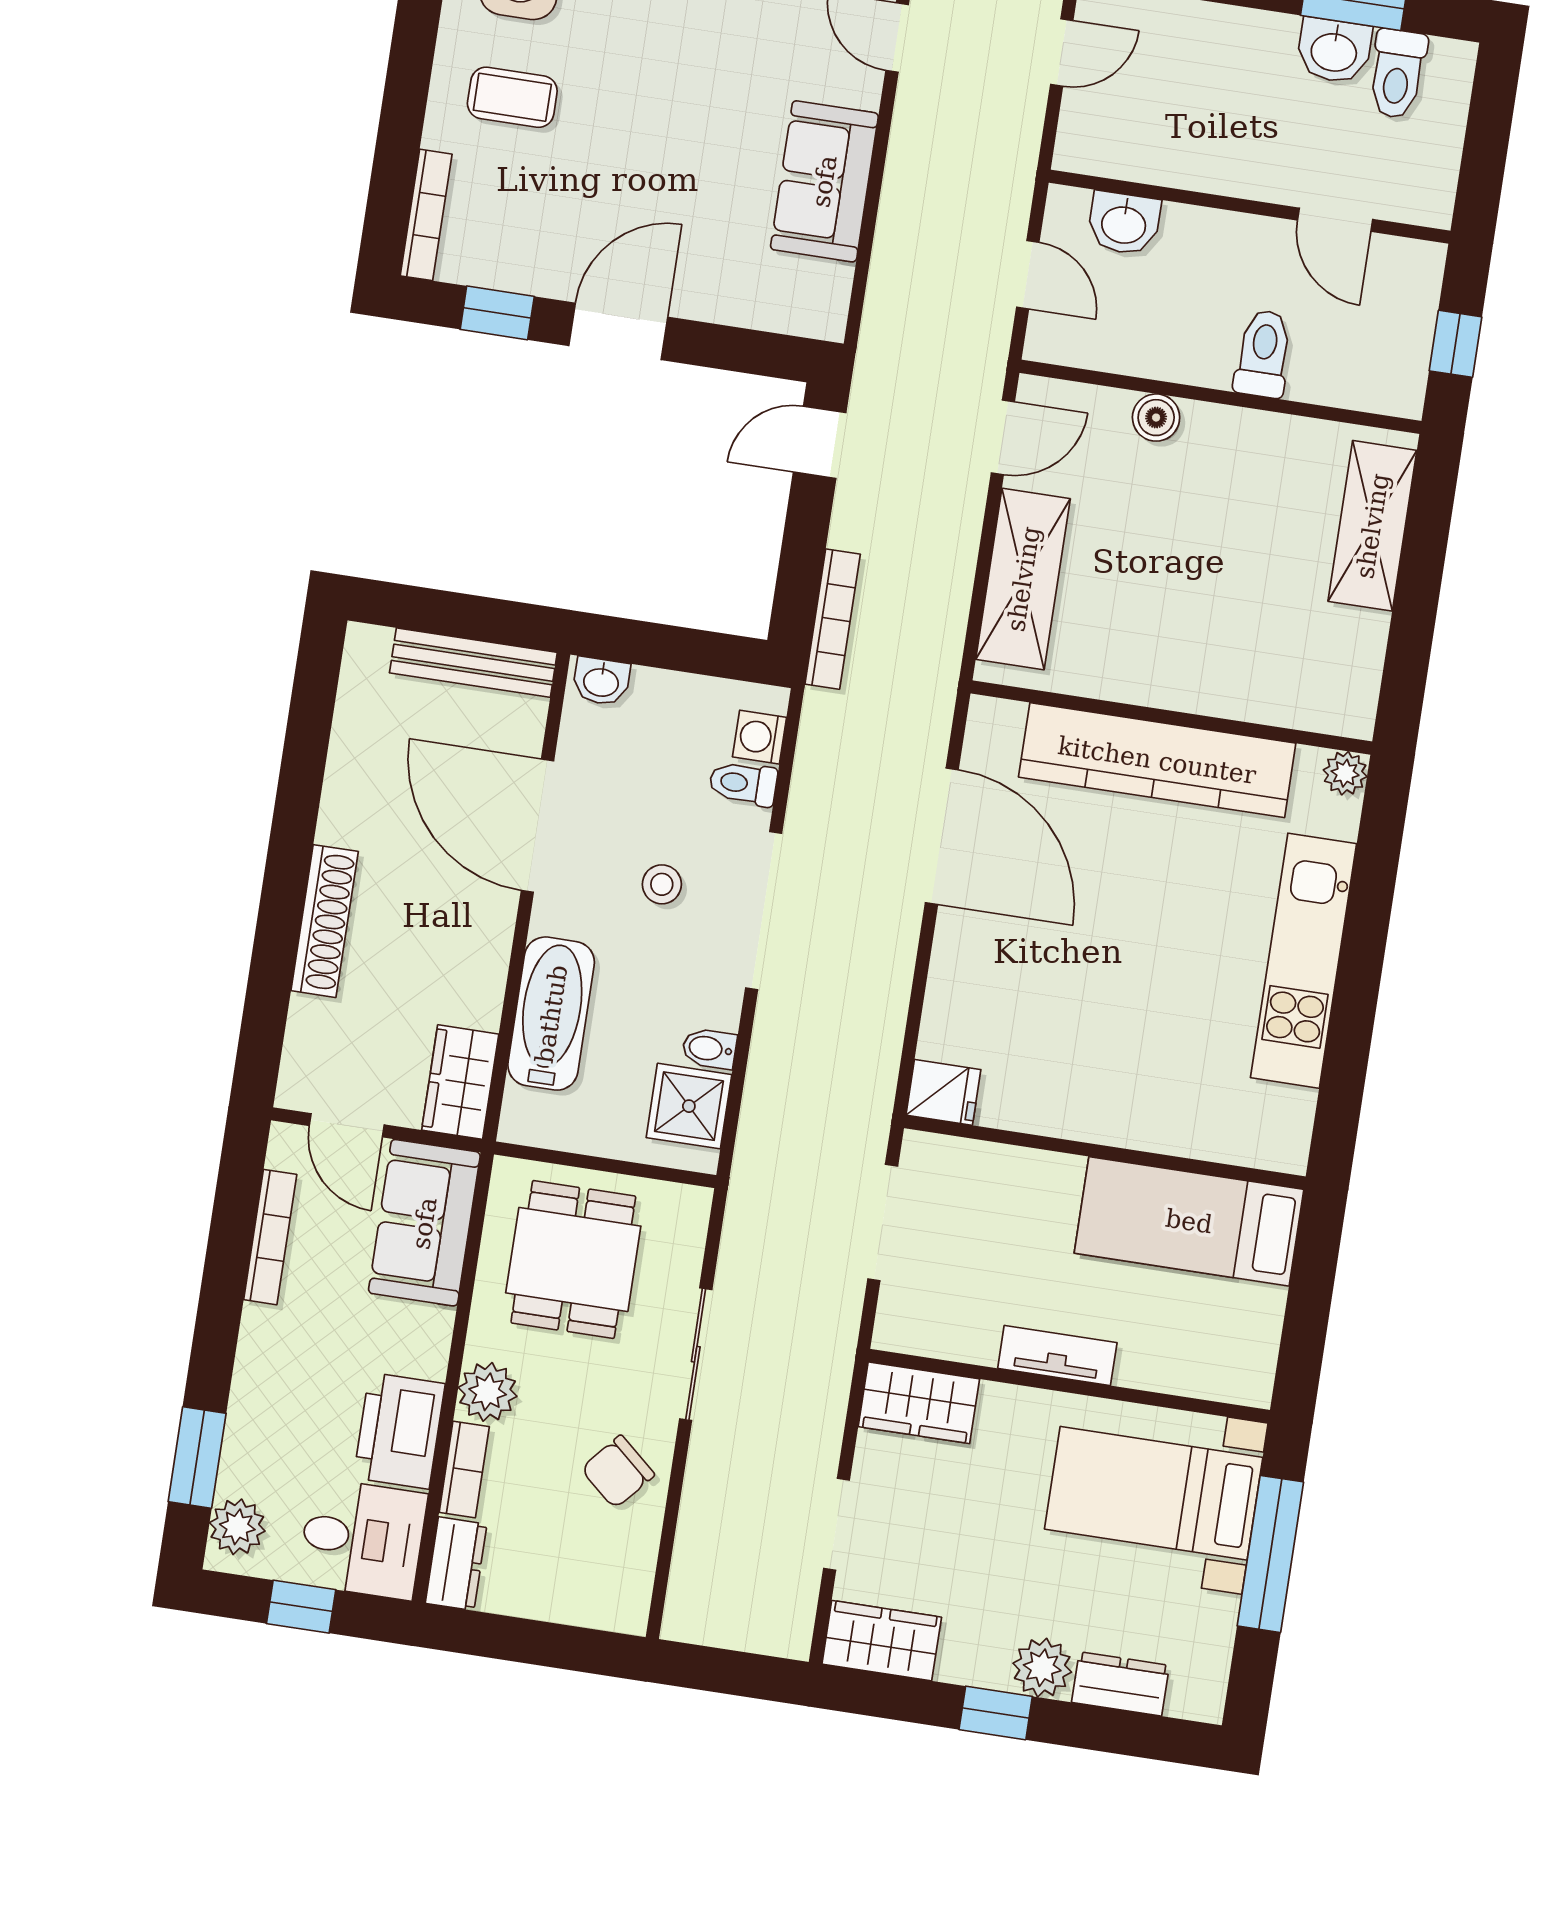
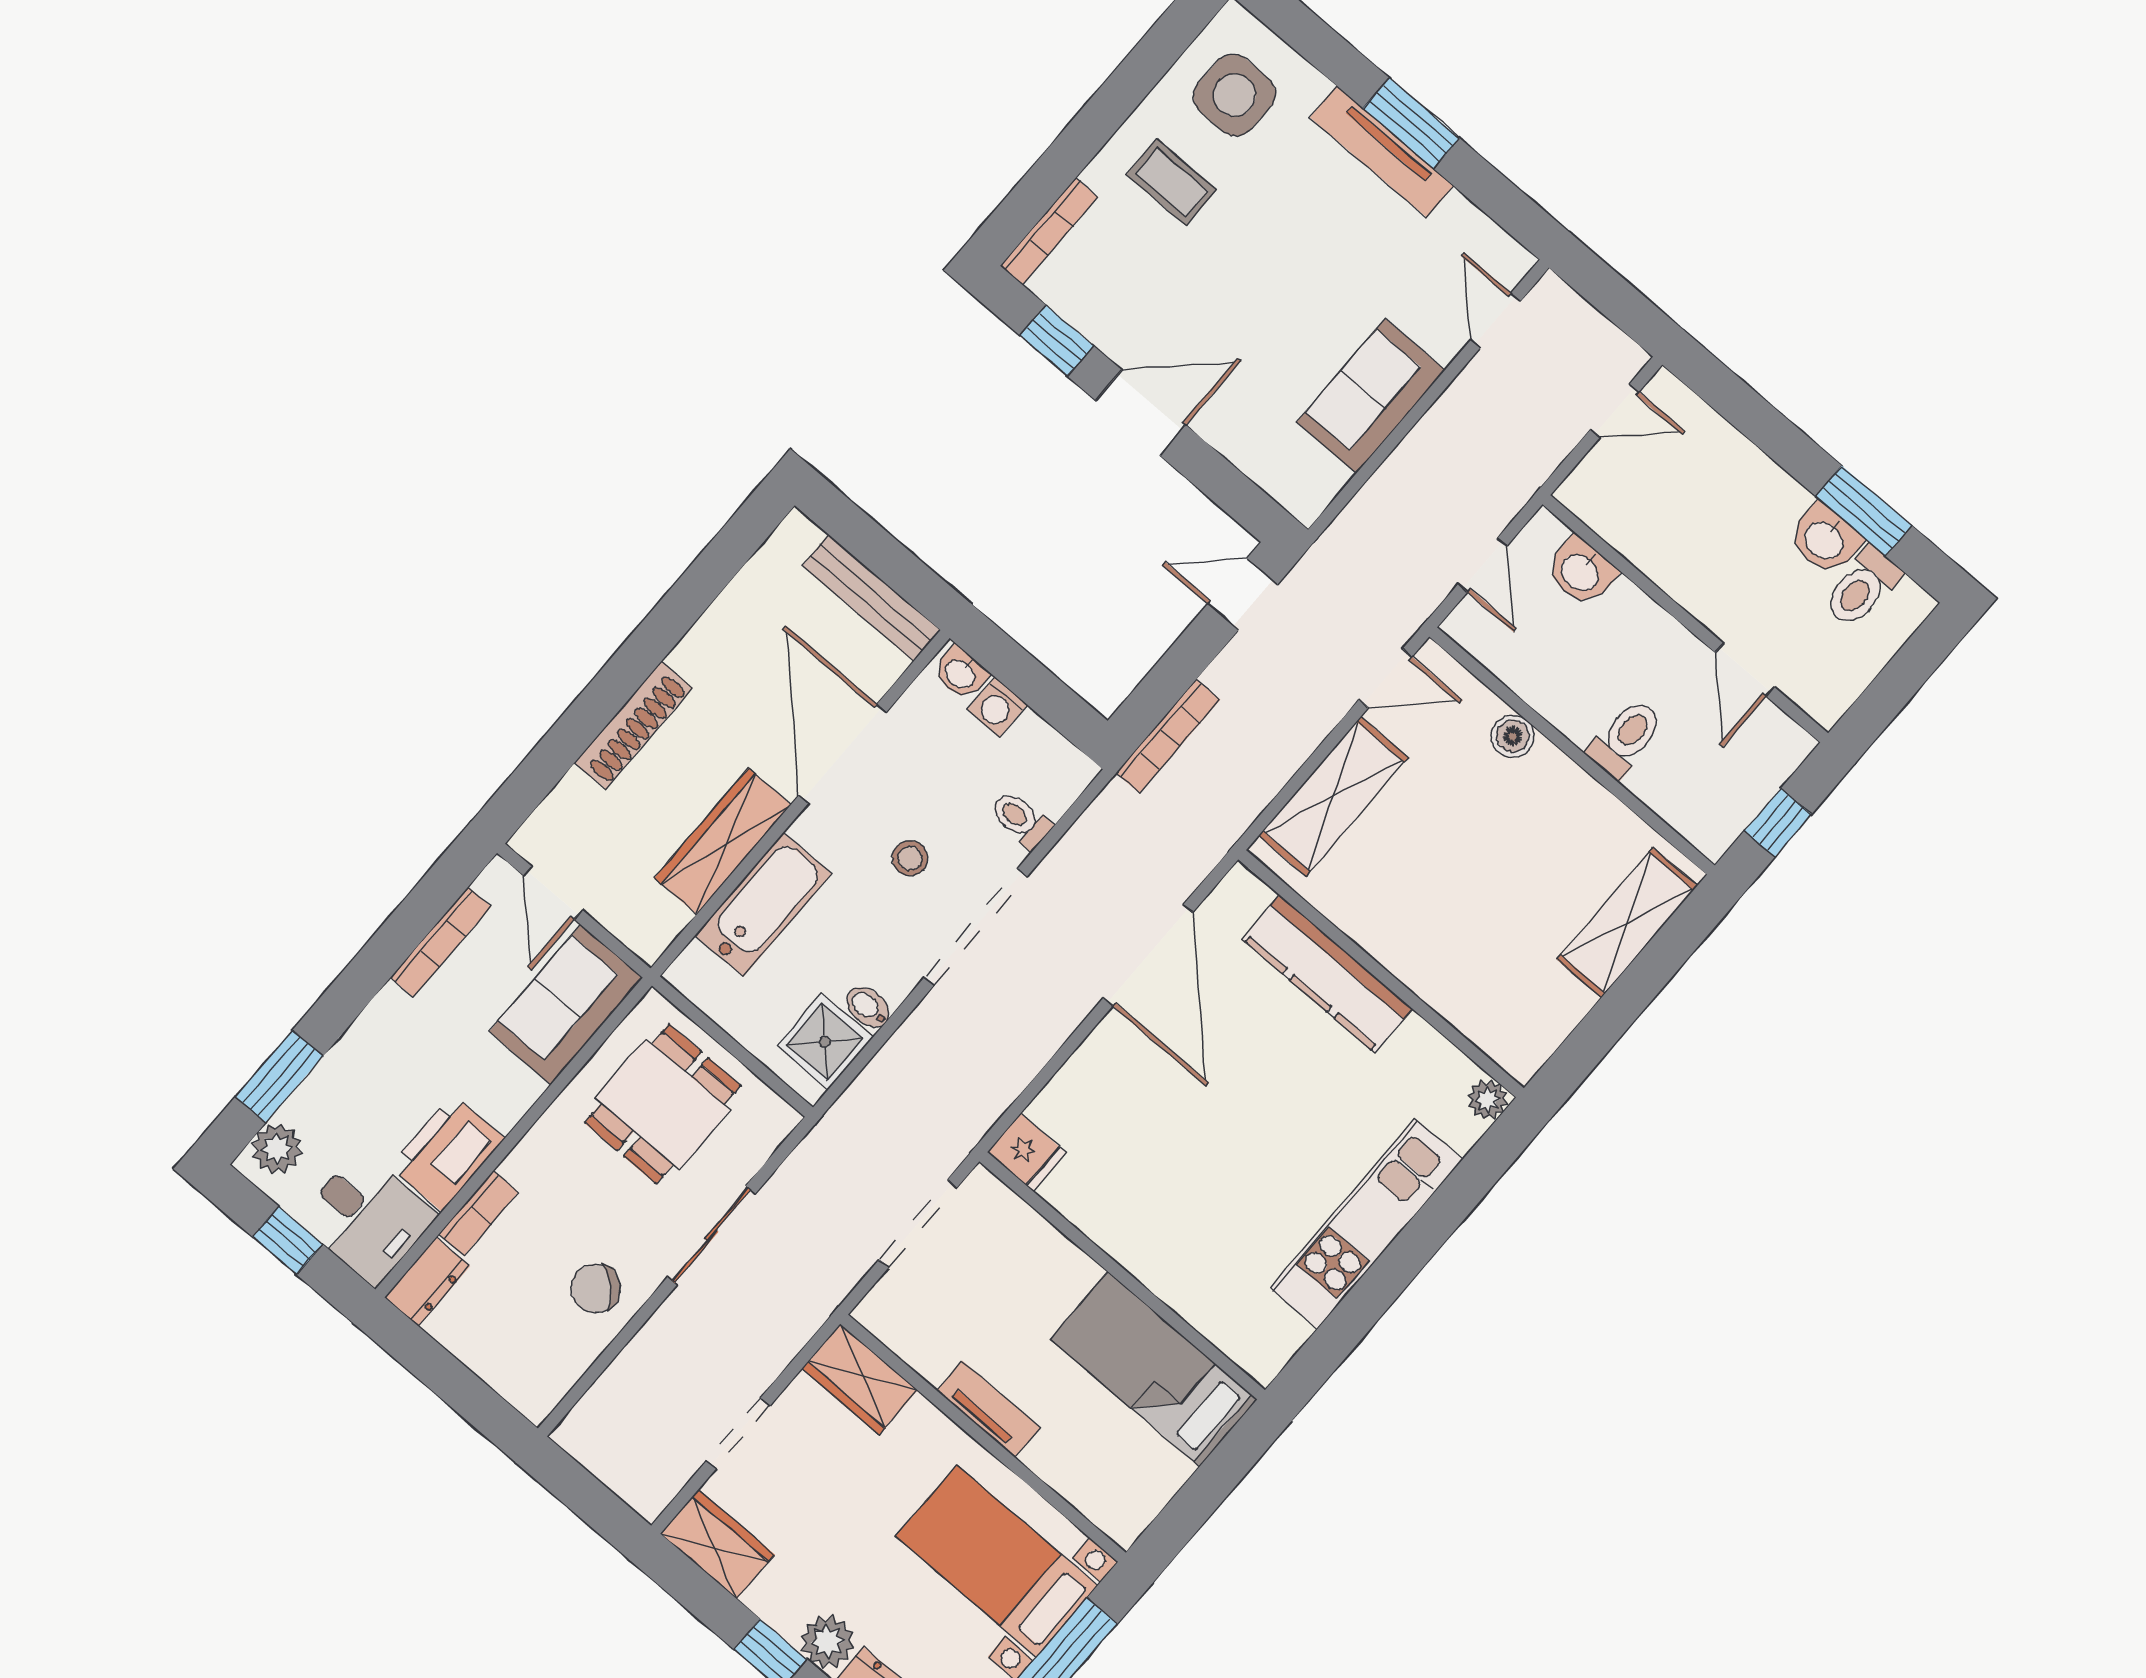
washing machine: (759, 737) -> (997, 707), moved, turned -90
kitchen counter: (1157, 760) -> (1327, 974), width x0.72, depth x0.86
wardrobe: (460, 1082) -> (723, 841), moved, width x1.50
plant: (488, 1392) -> (534, 1165), removed

